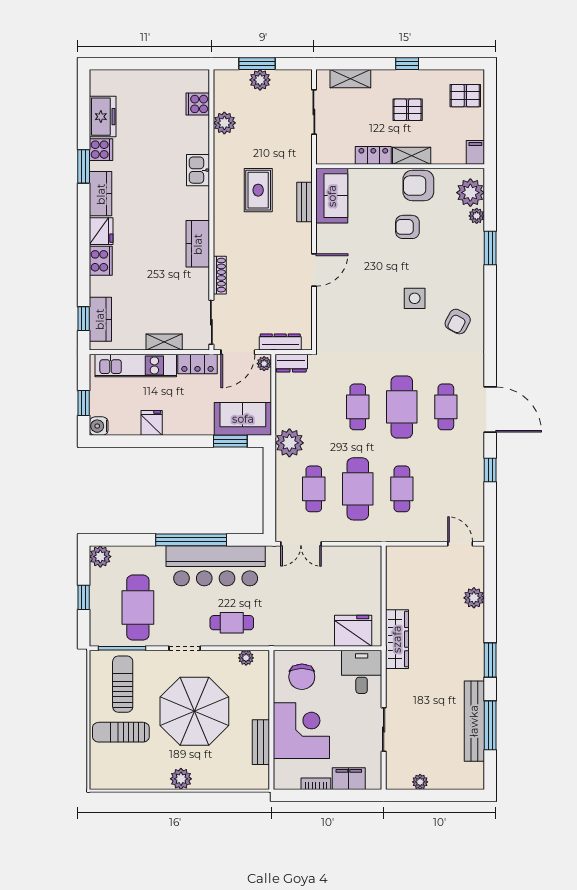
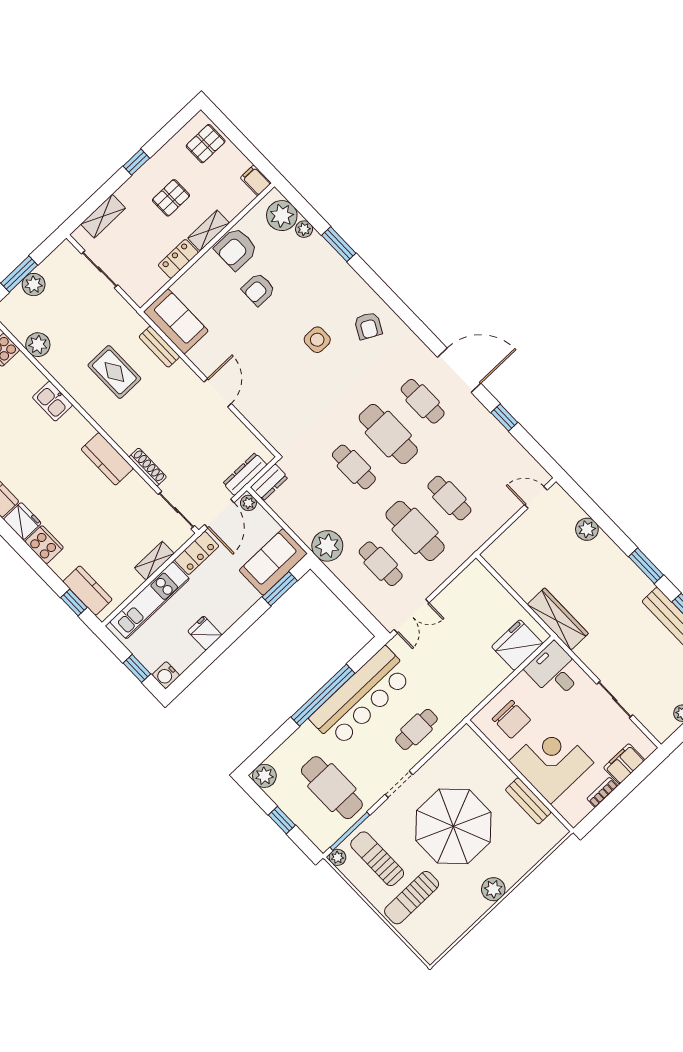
plant: (246, 658) -> (337, 857), moved

